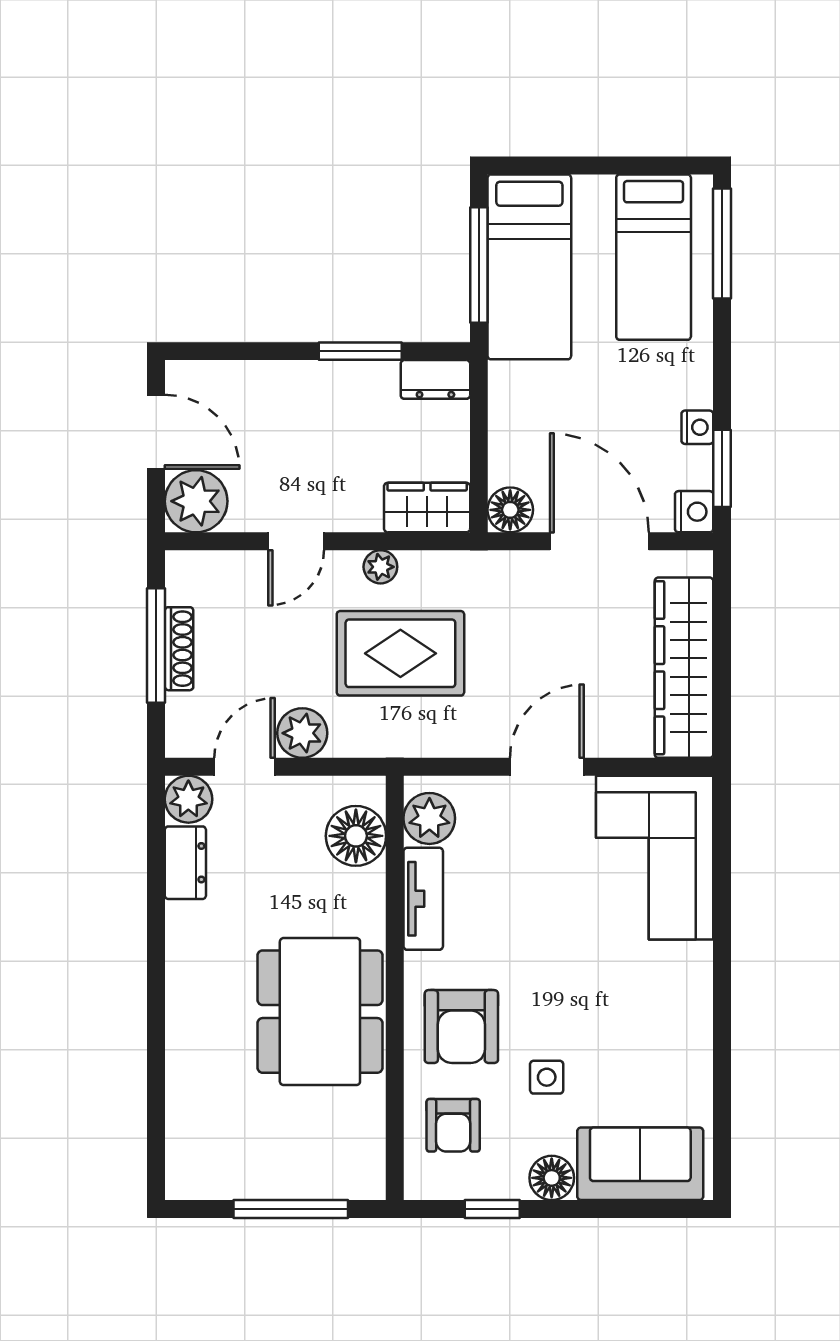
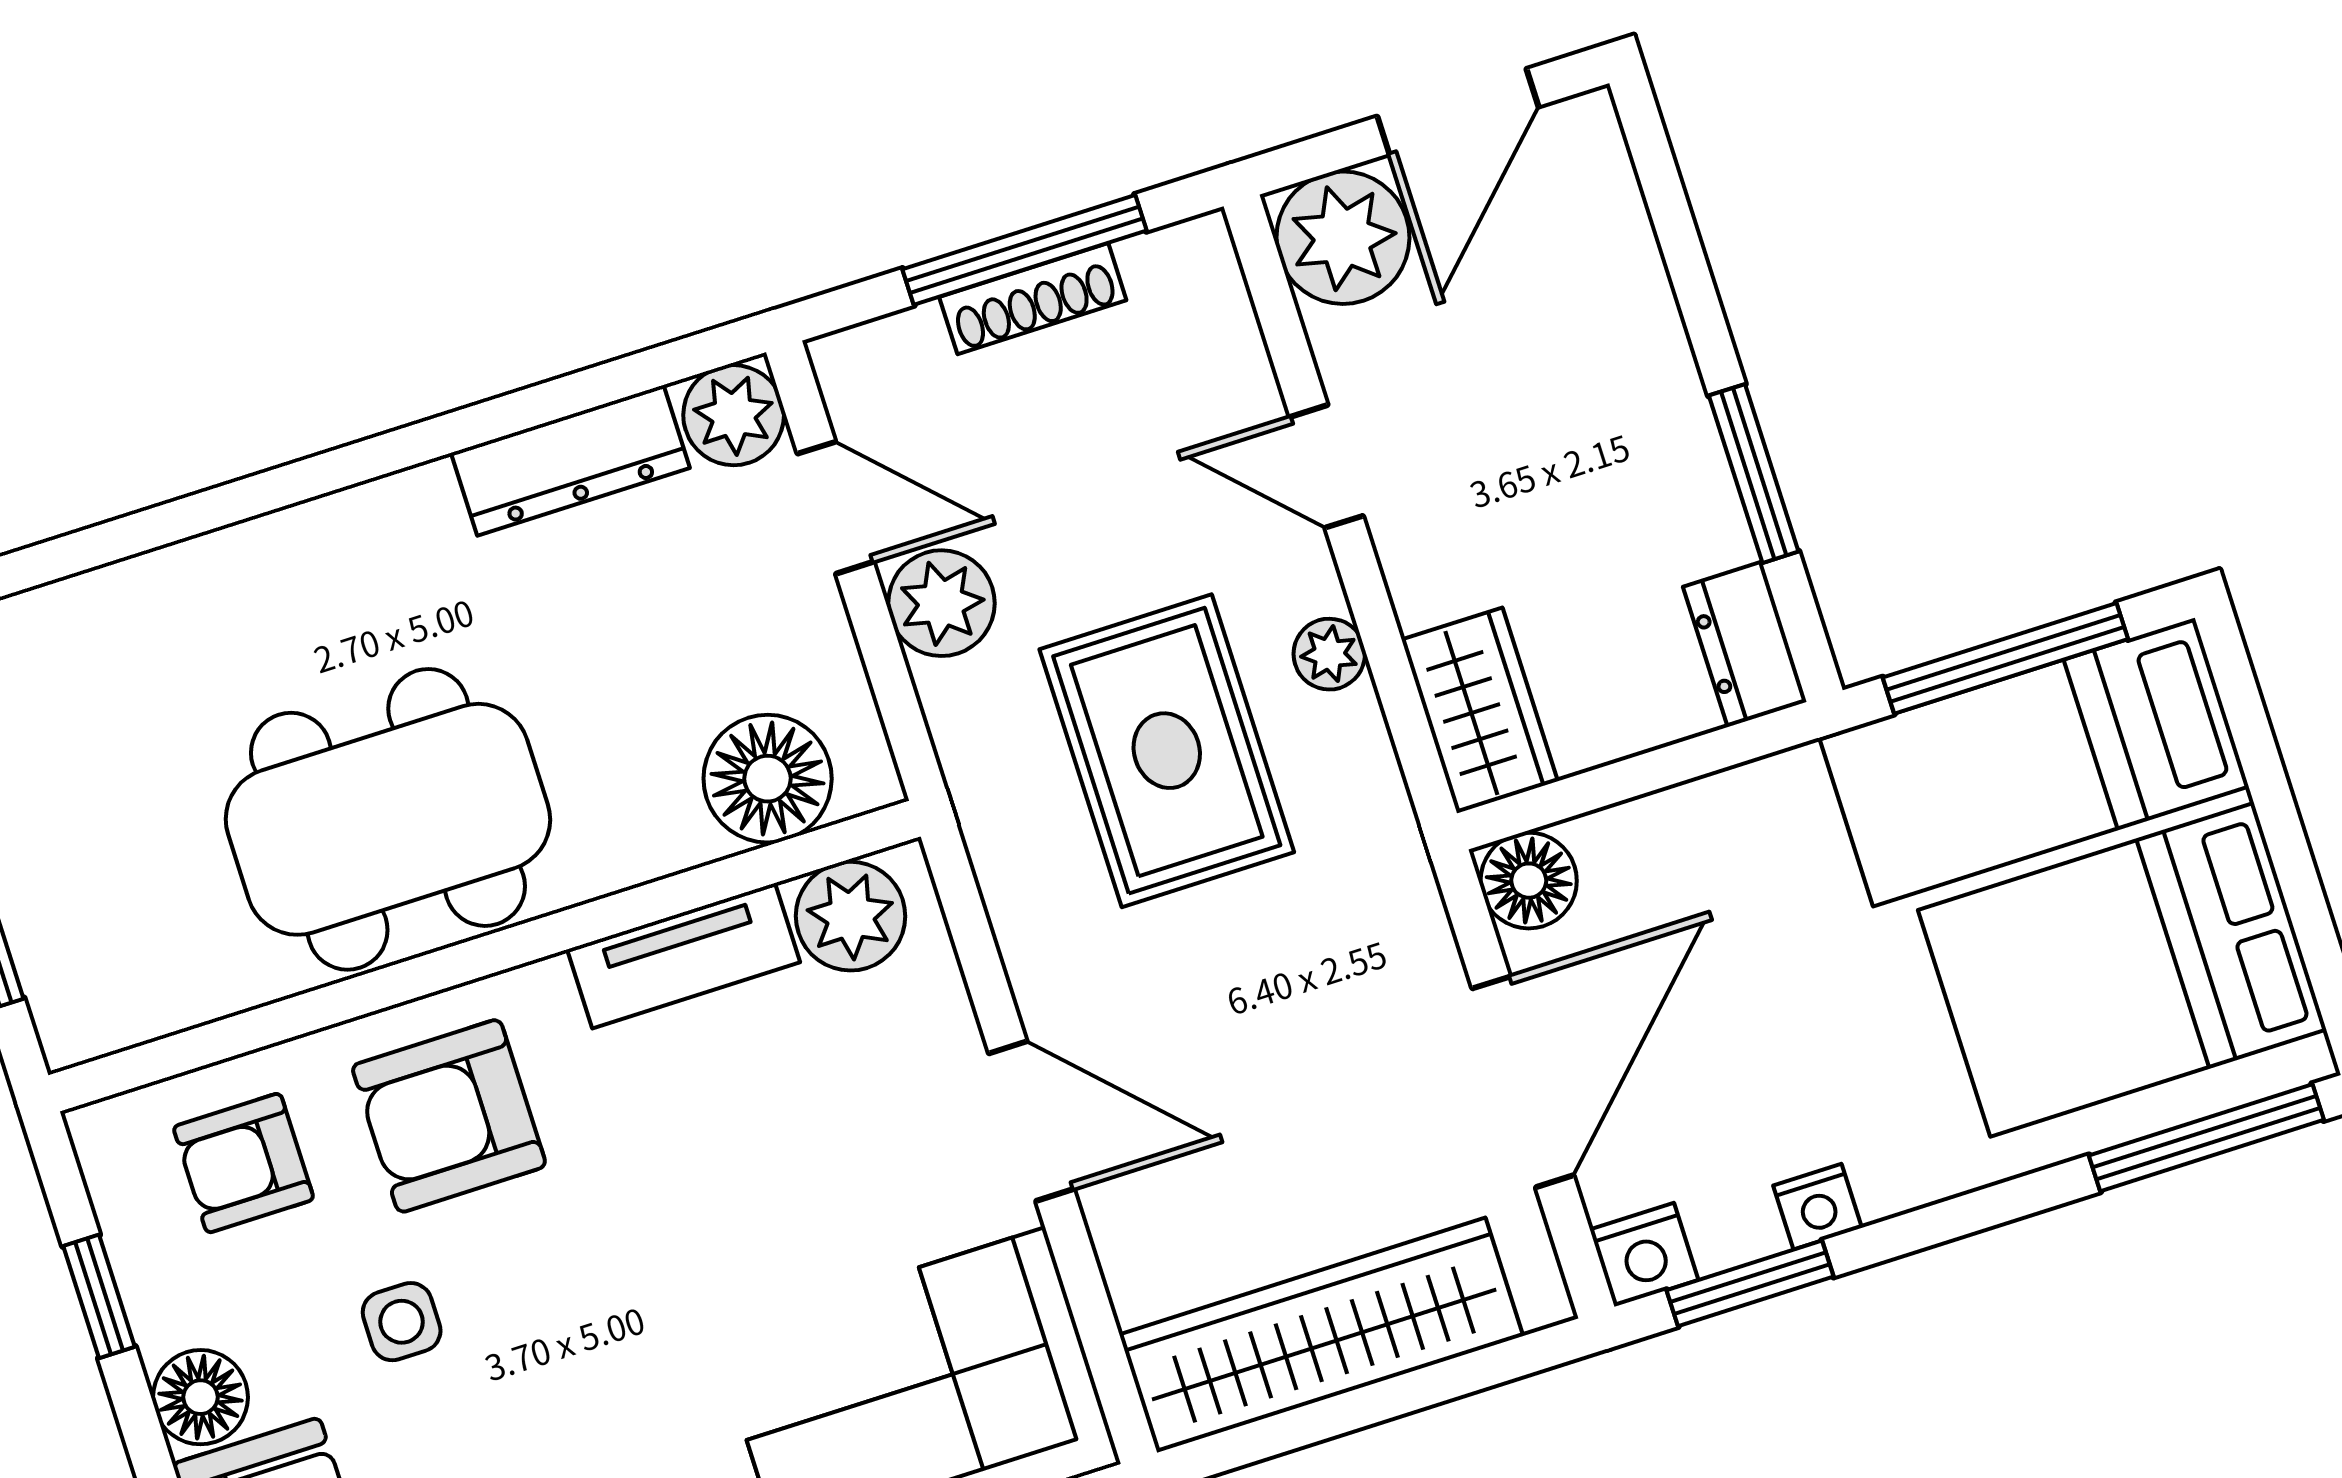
bed: (654, 257) -> (2122, 970), width x1.50
dresser: (185, 863) -> (570, 460), width x1.44

